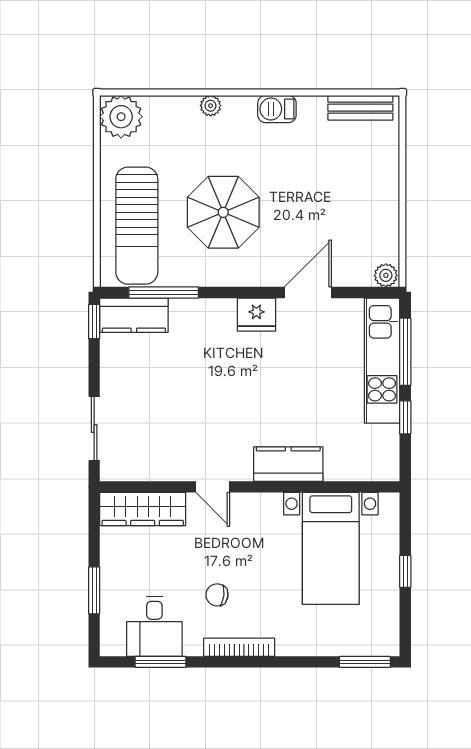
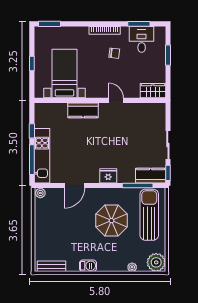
plant: (211, 106) -> (132, 267), moved
fridge: (256, 315) -> (108, 176), moved
sliding door: (94, 429) -> (168, 145), moved
wardrobe: (143, 509) -> (153, 91), width x0.67

